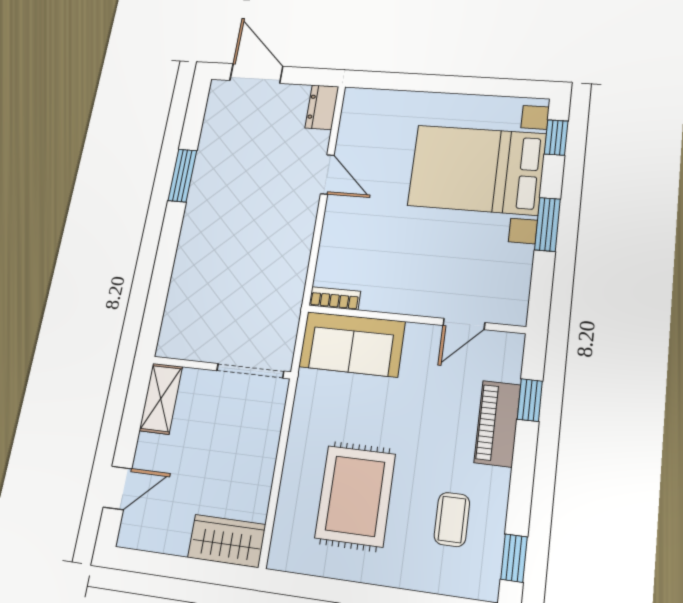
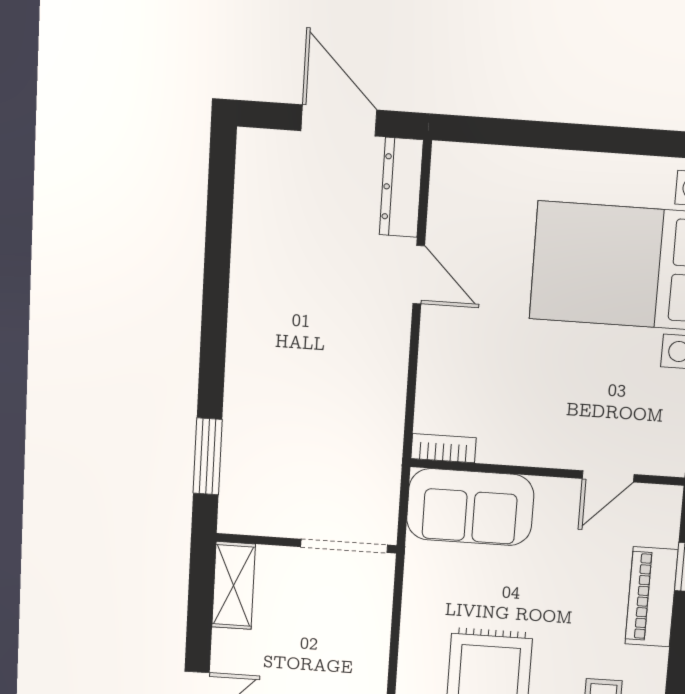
door: (256, 73) -> (339, 120), moved
dresser: (322, 107) -> (401, 187), width x1.44
window: (182, 175) -> (208, 456), moved

